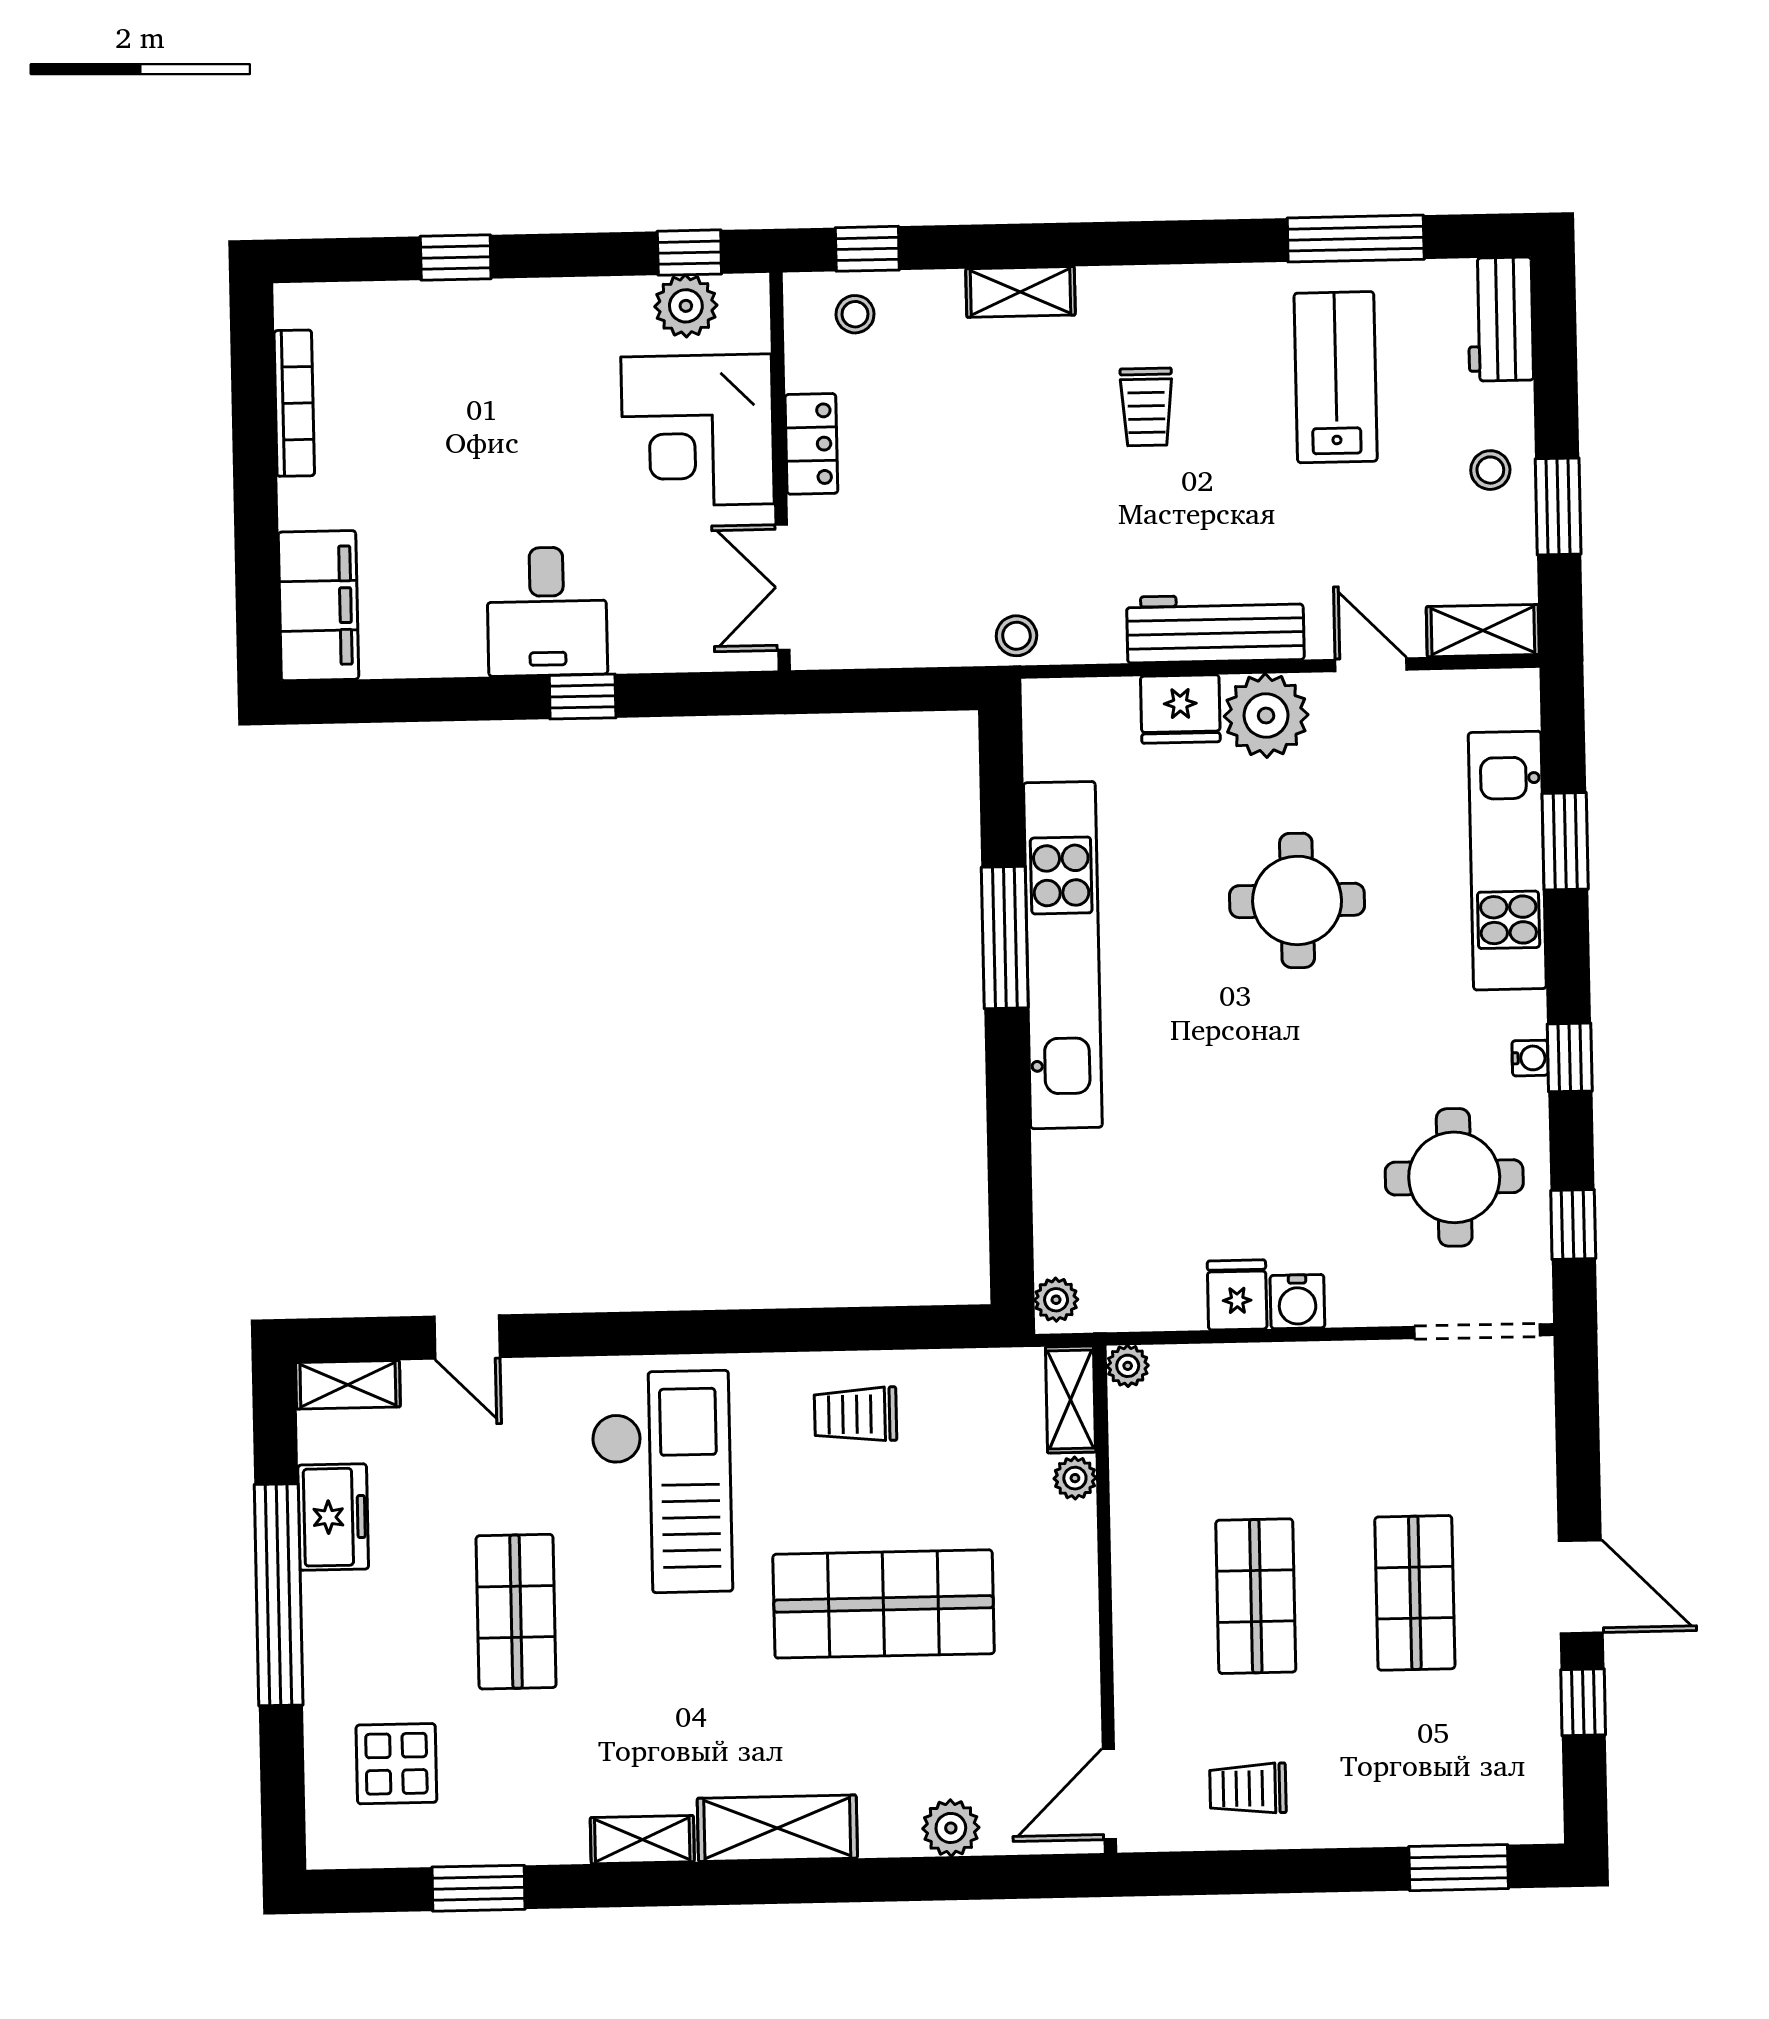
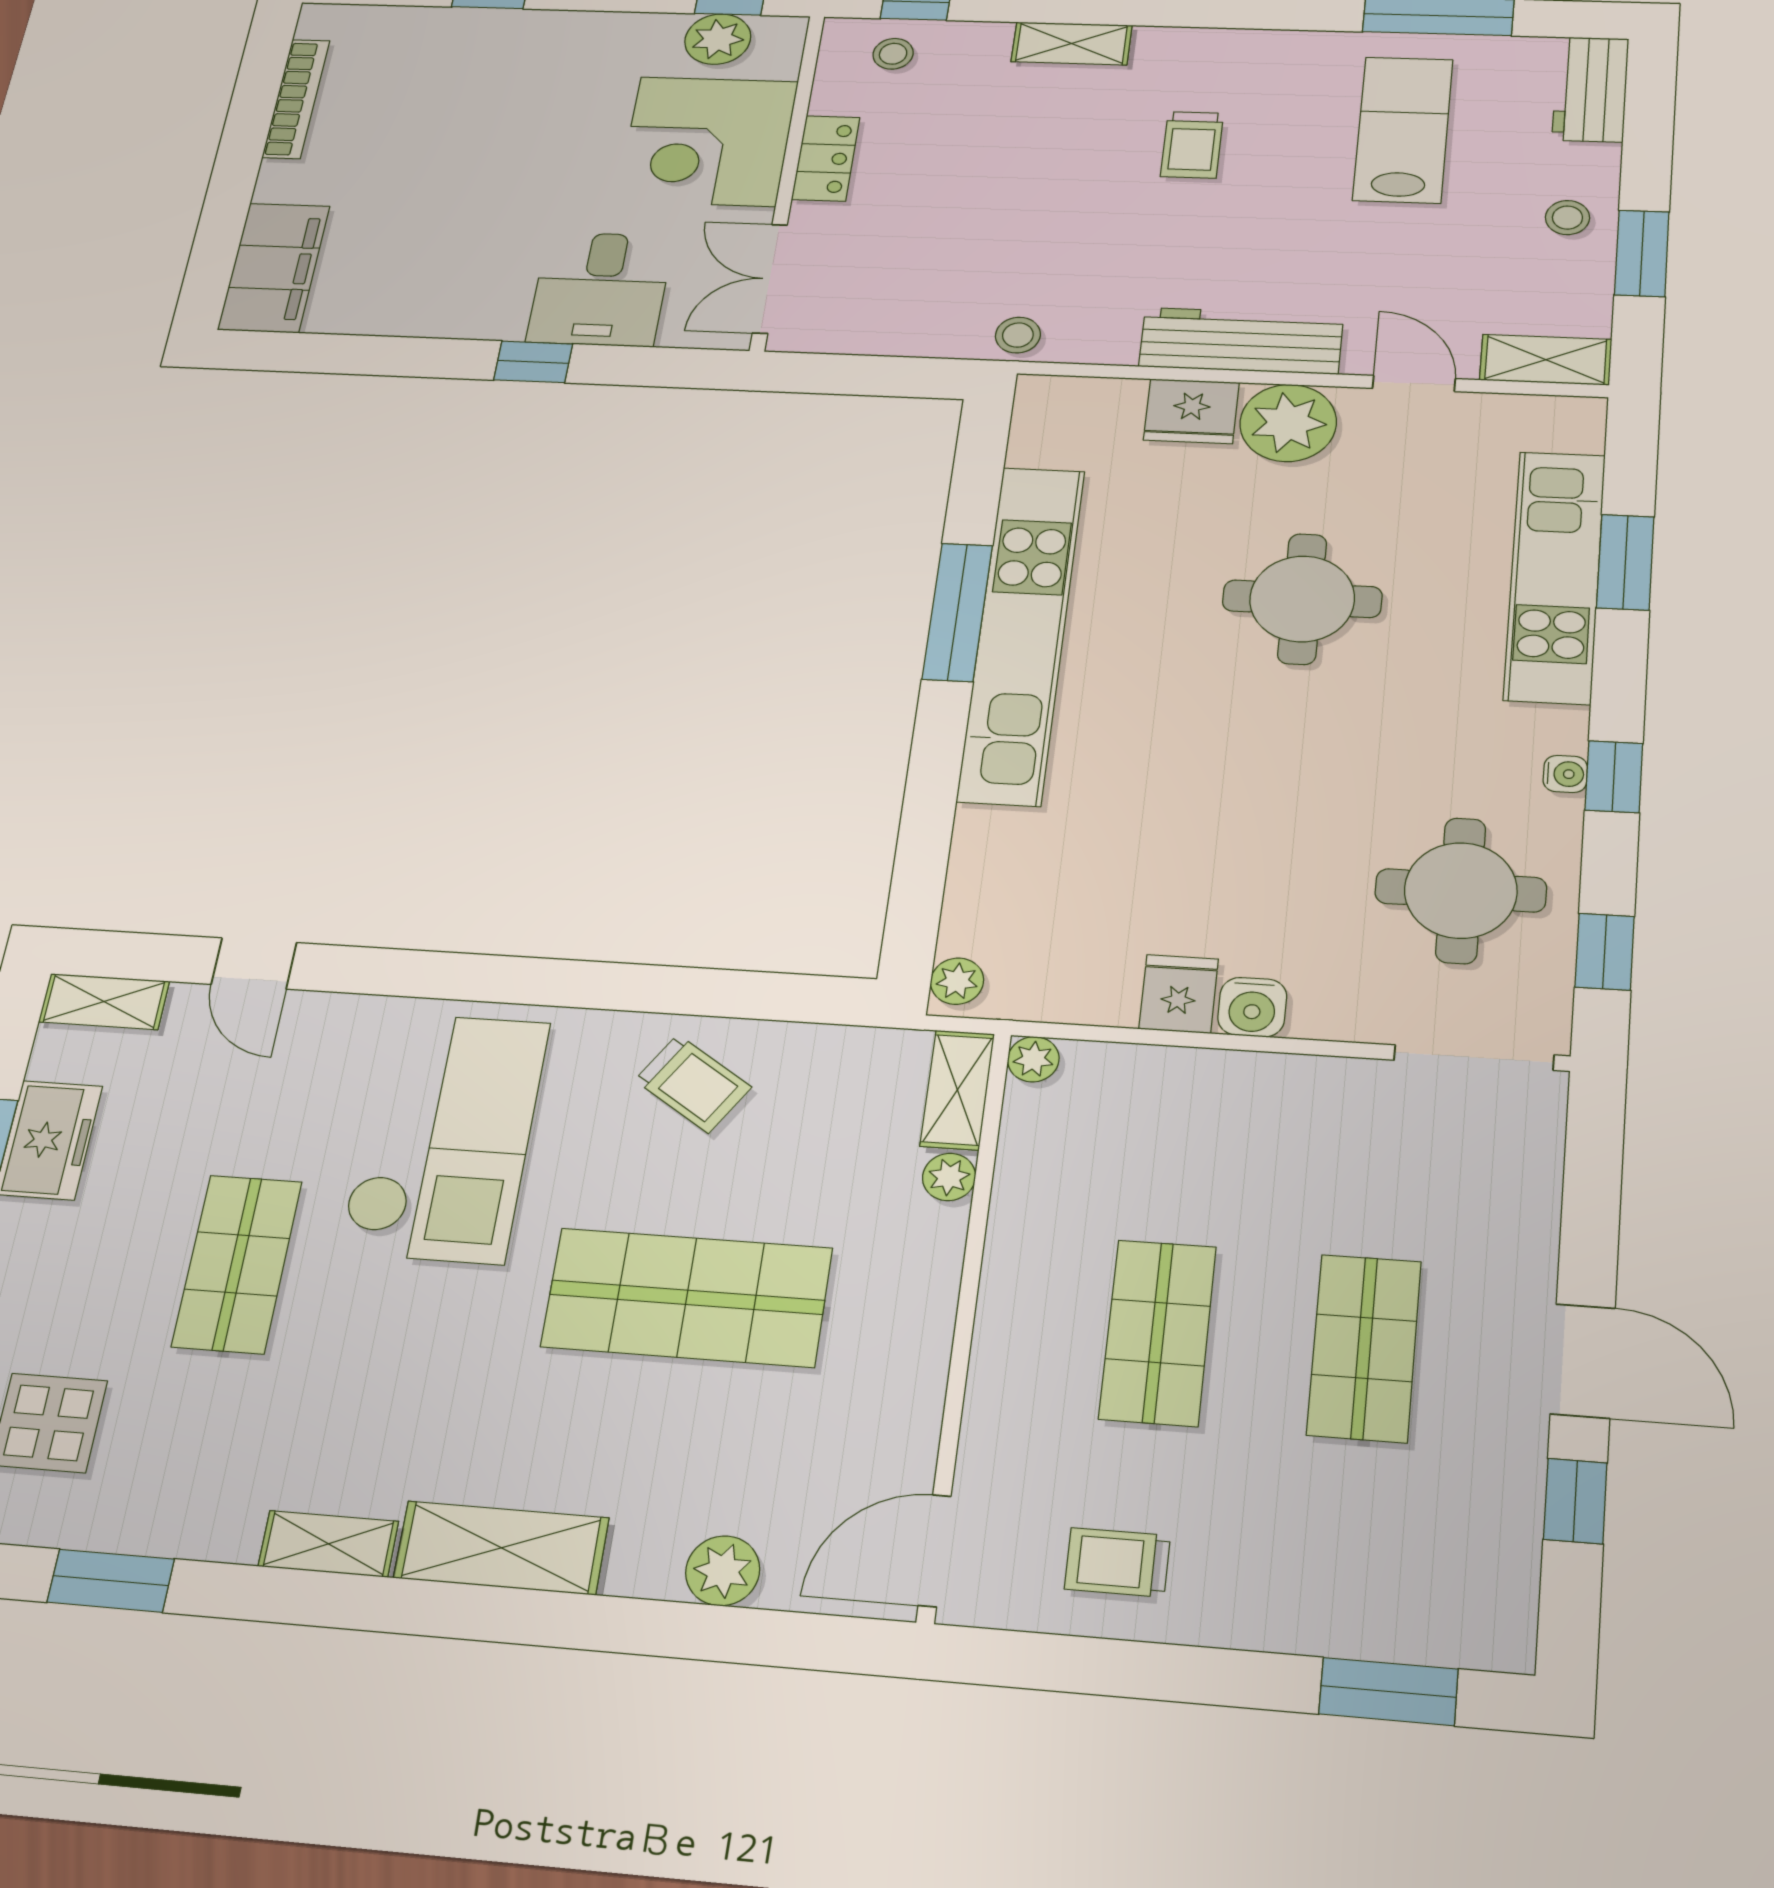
desk: (547, 611) -> (600, 289), moved
trolley: (855, 1414) -> (693, 1084), turned -147

